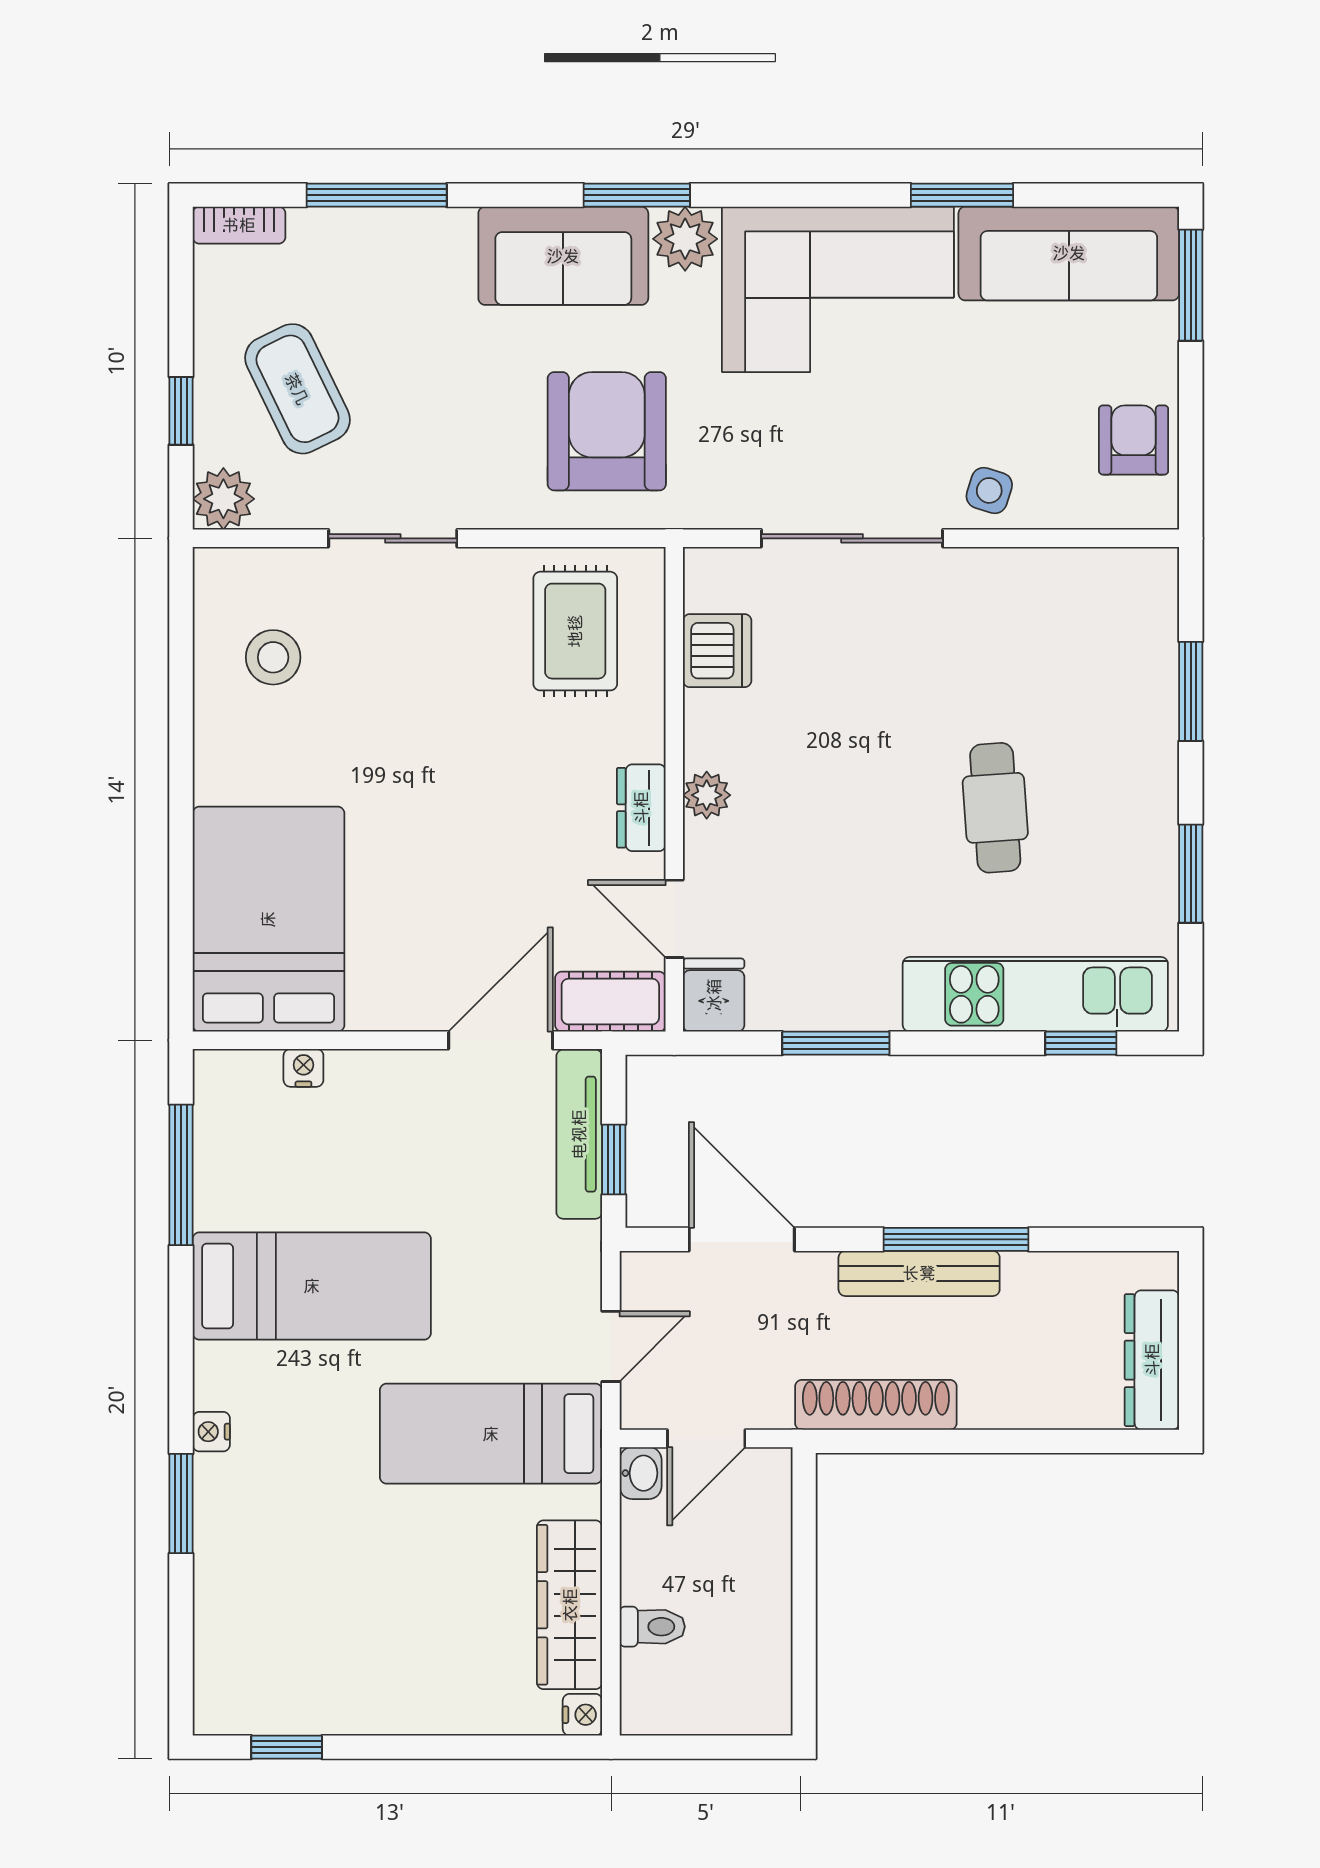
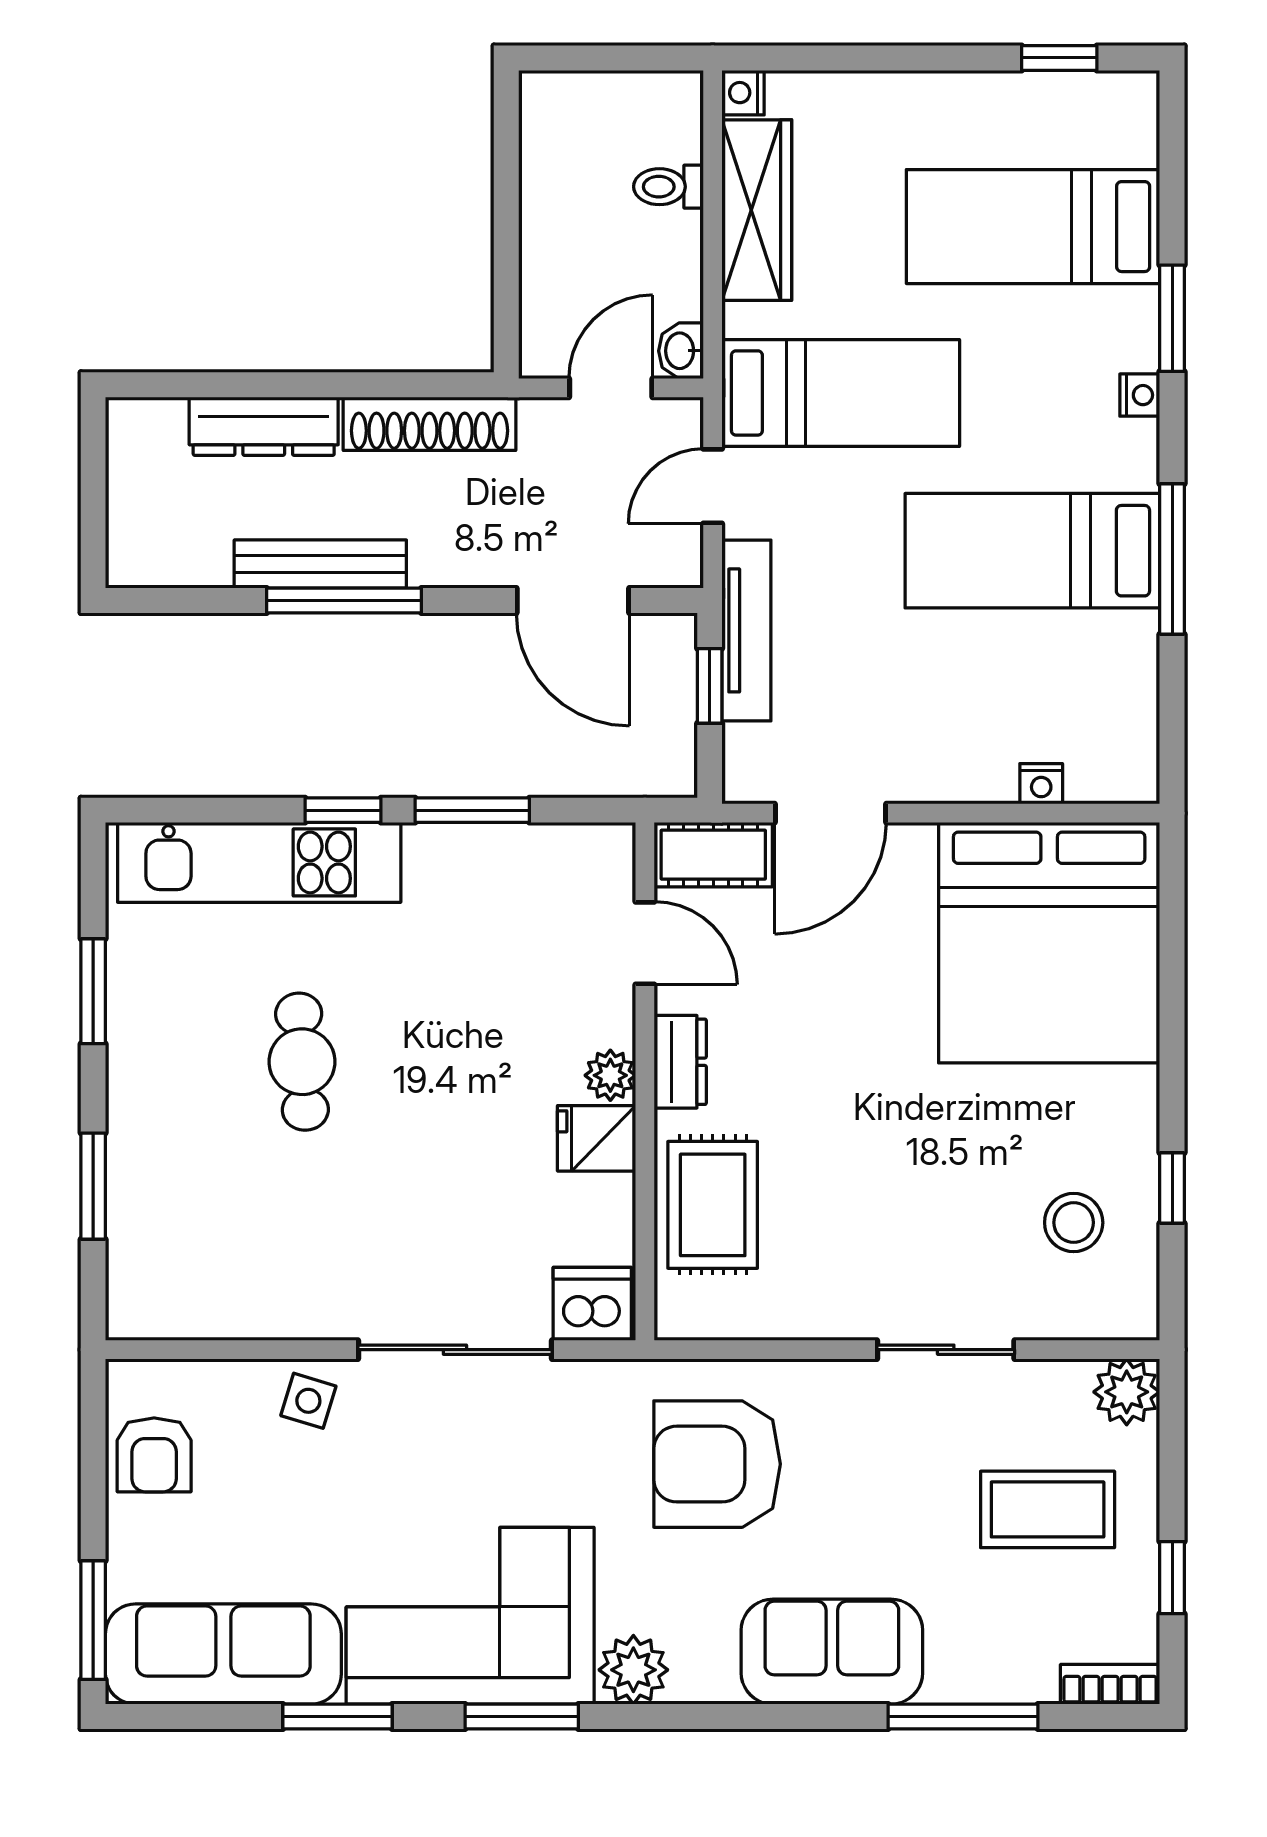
window: (637, 195) -> (522, 1716), moved
sofa: (563, 256) -> (832, 1652), moved
coffee table: (297, 389) -> (1048, 1509), turned -64
window: (181, 411) -> (1172, 1578), moved
armchair: (607, 431) -> (717, 1464), turned 90
rug: (575, 631) -> (713, 1205), moved
dishwasher: (717, 651) -> (592, 1304), moved, turned 90
window: (181, 690) -> (1172, 1188), added
bed: (268, 919) -> (1049, 943), width x1.36
fridge: (714, 995) -> (597, 1138), moved, turned 90
window: (1081, 1043) -> (343, 810), moved
tv unit: (579, 1134) -> (746, 630), moved
window: (181, 1175) -> (1172, 559), moved
bench: (919, 1273) -> (320, 564), moved
dresser: (1152, 1360) -> (264, 426), moved, turned 90
bed: (311, 1589) -> (1033, 227), added

